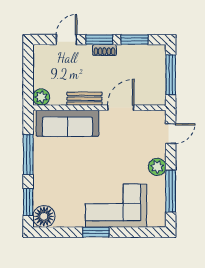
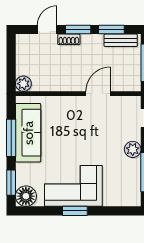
shoe rack: (104, 50) -> (69, 39), moved
bench: (84, 99) -> (121, 40), moved
sofa: (67, 123) -> (28, 133), moved, turned -90
corner sofa: (116, 206) -> (73, 186), moved

